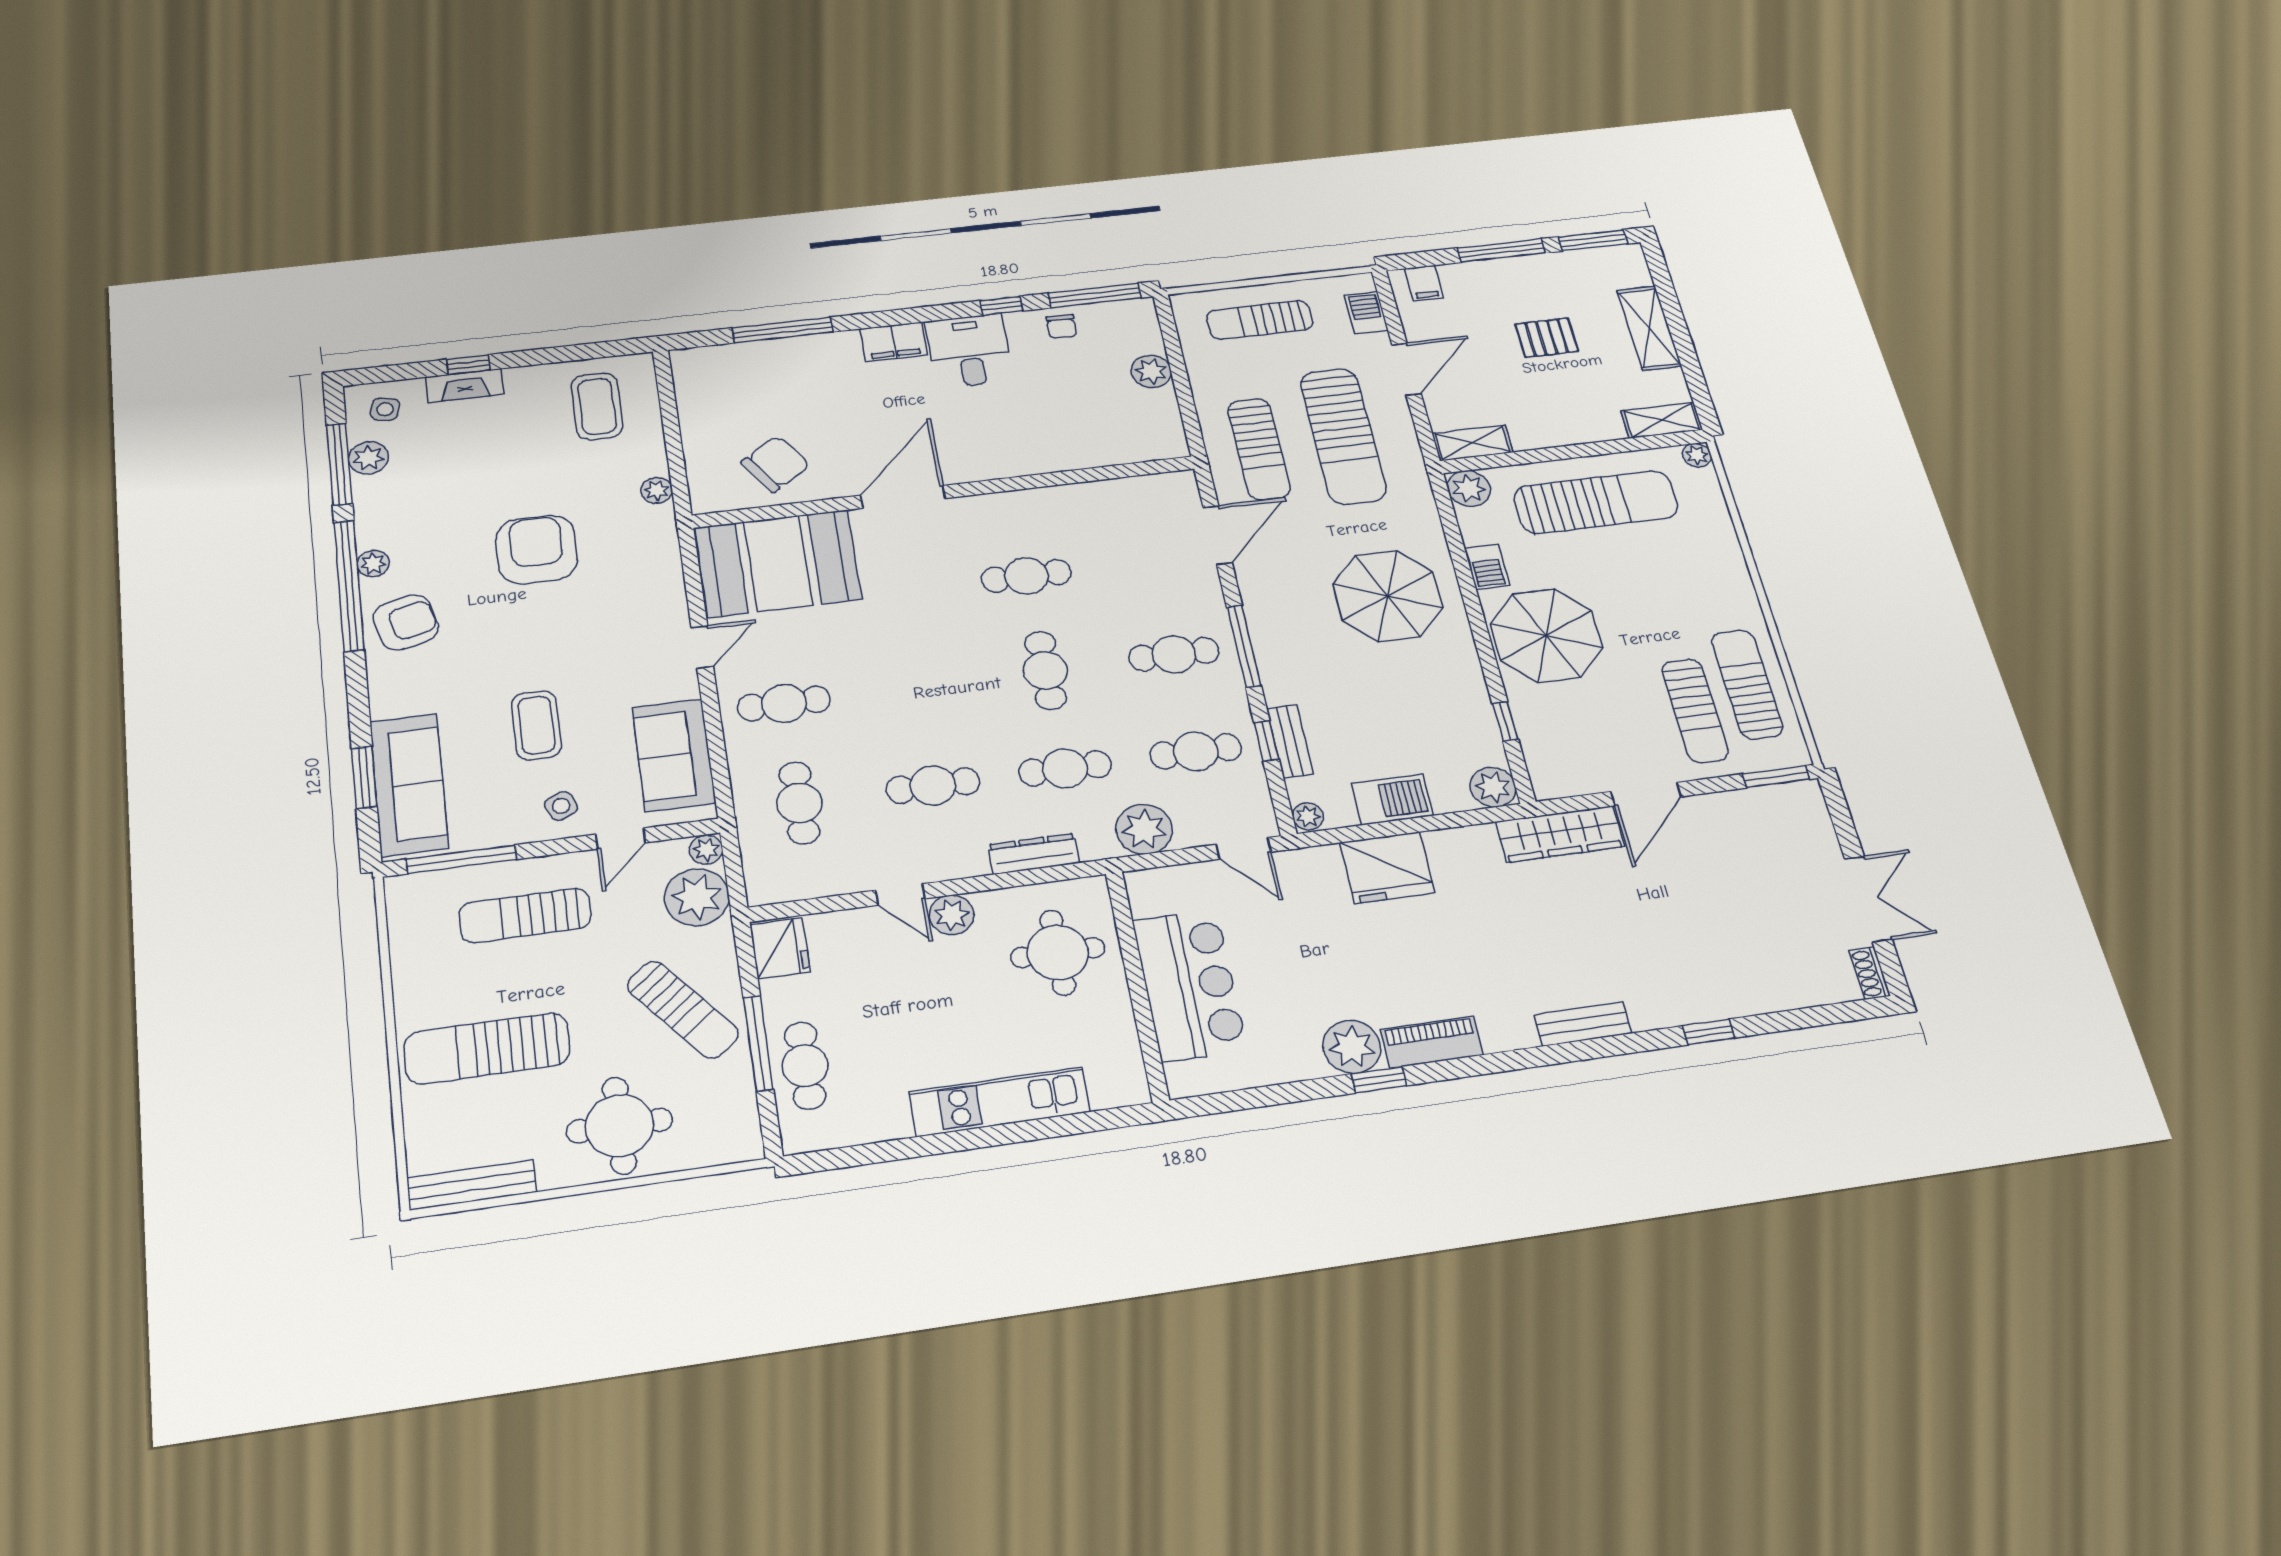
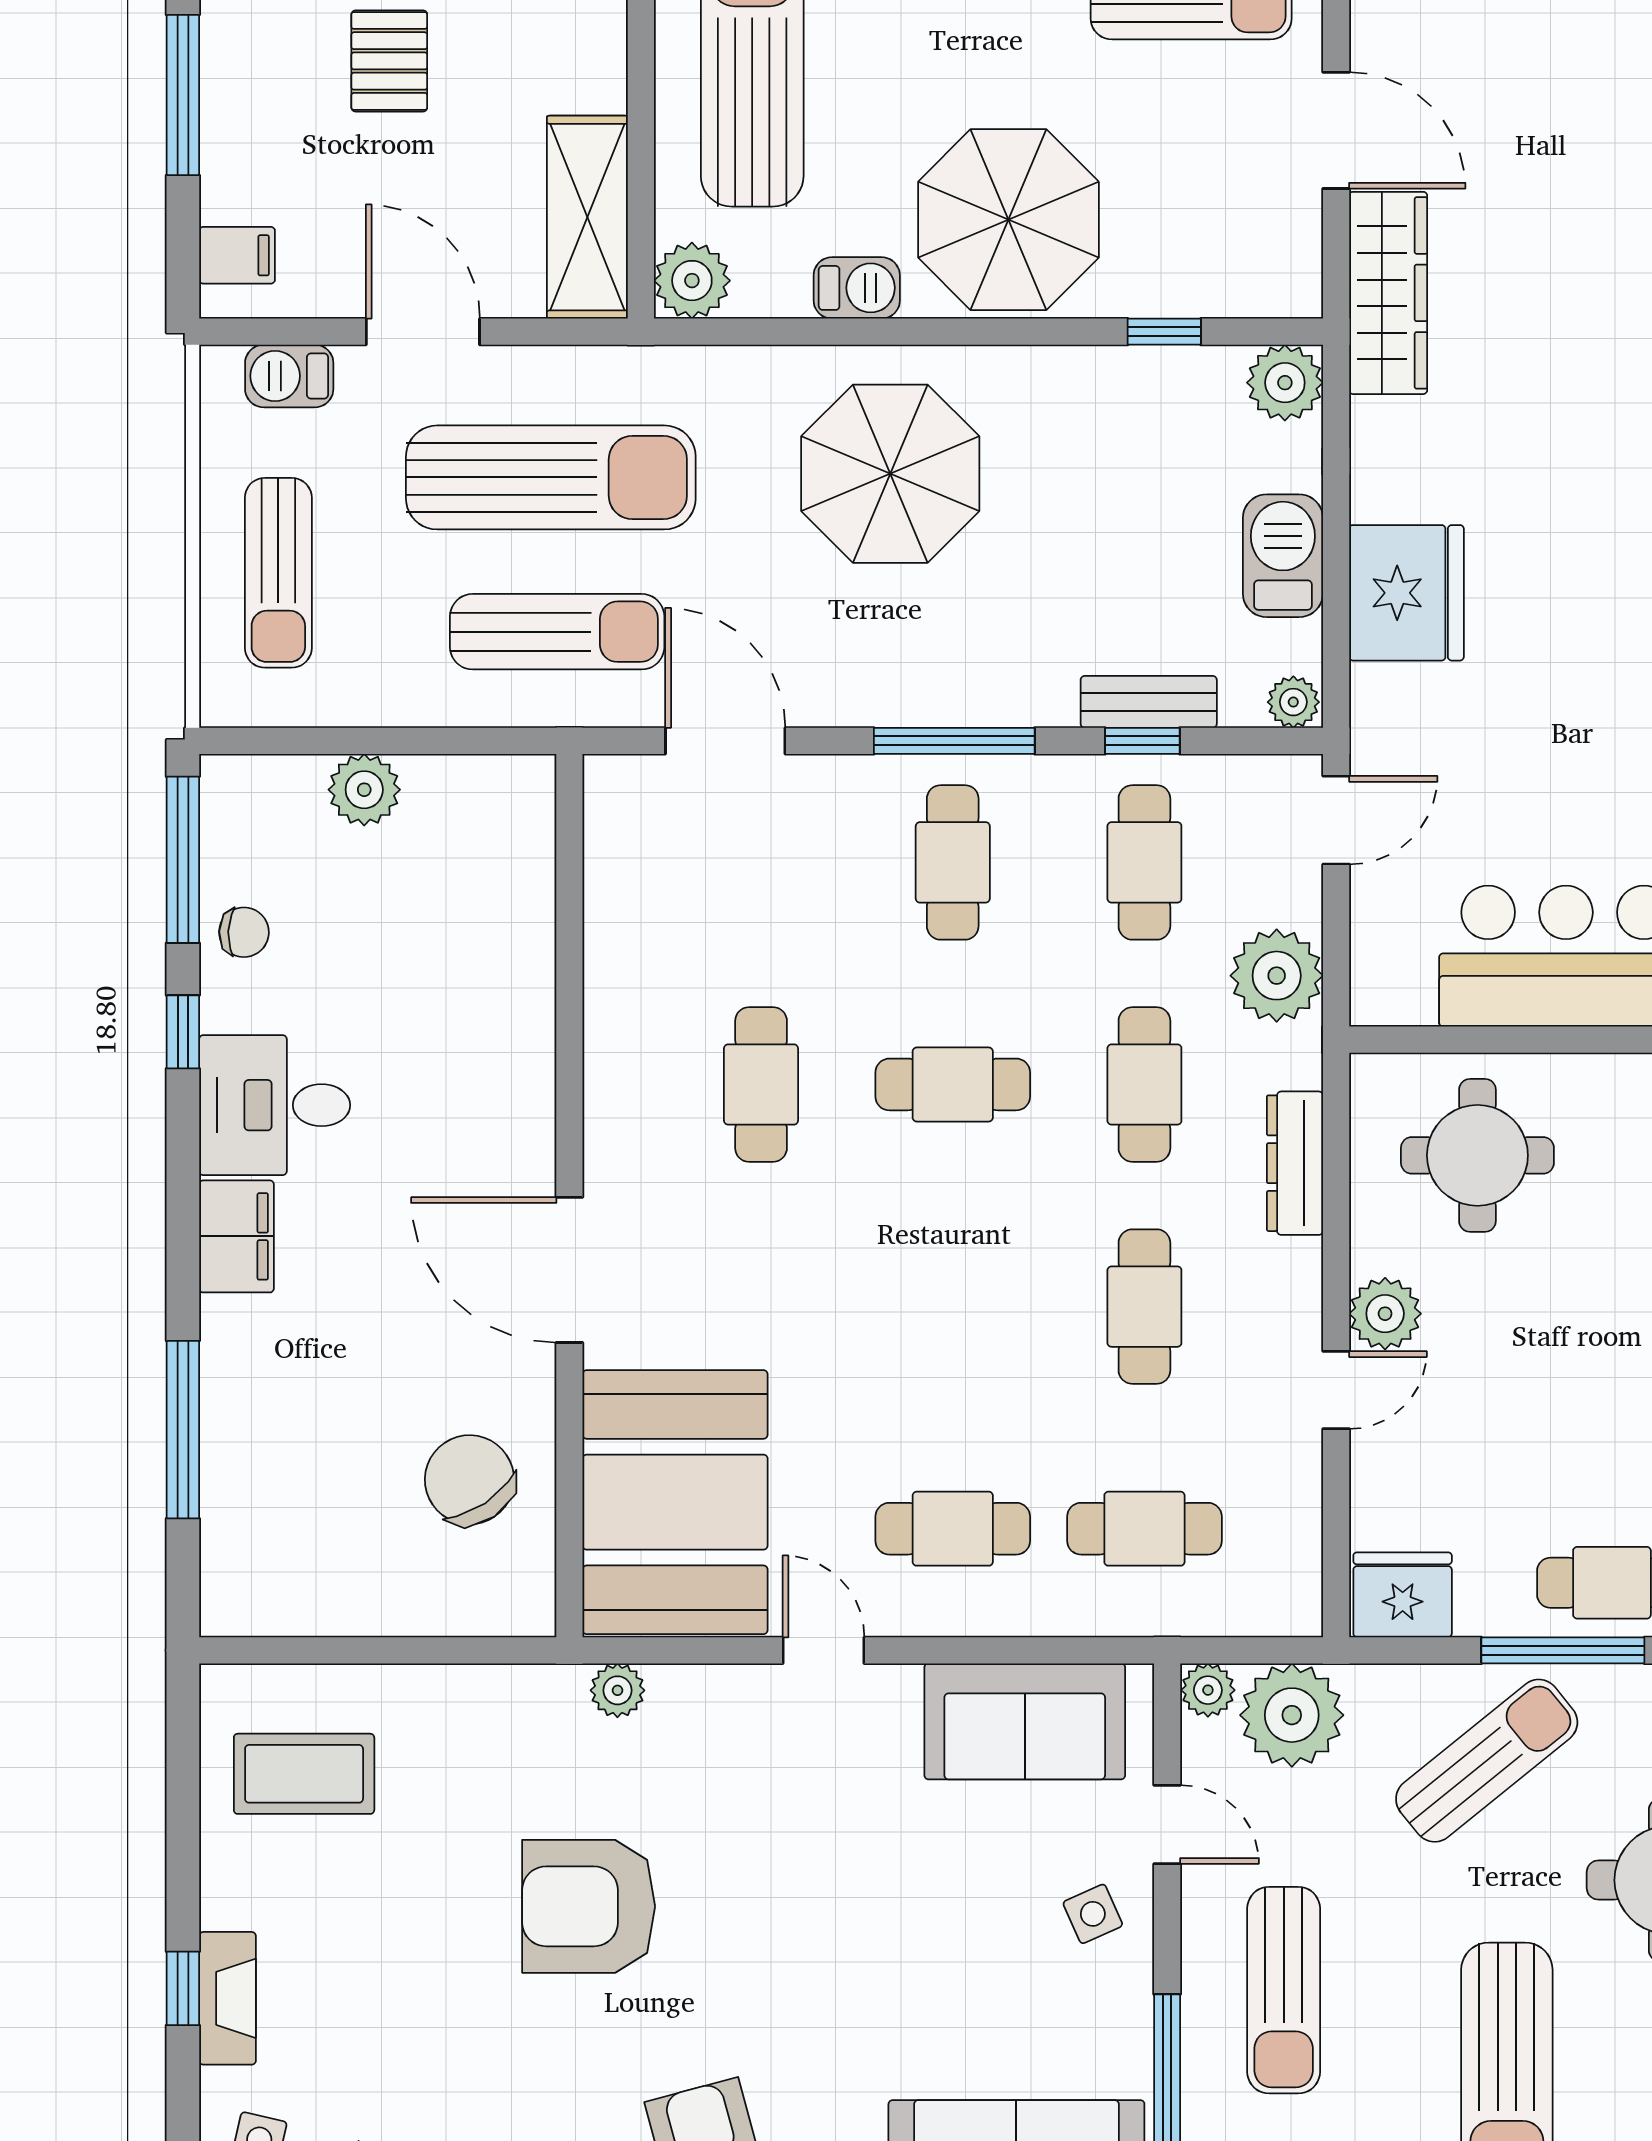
shelving: (1473, 443) -> (587, 217), width x1.50, depth x1.33
plant: (657, 490) -> (617, 1690), moved
cafe table: (784, 703) -> (953, 1529), turned 90
coffee table: (536, 725) -> (935, 1939), removed

